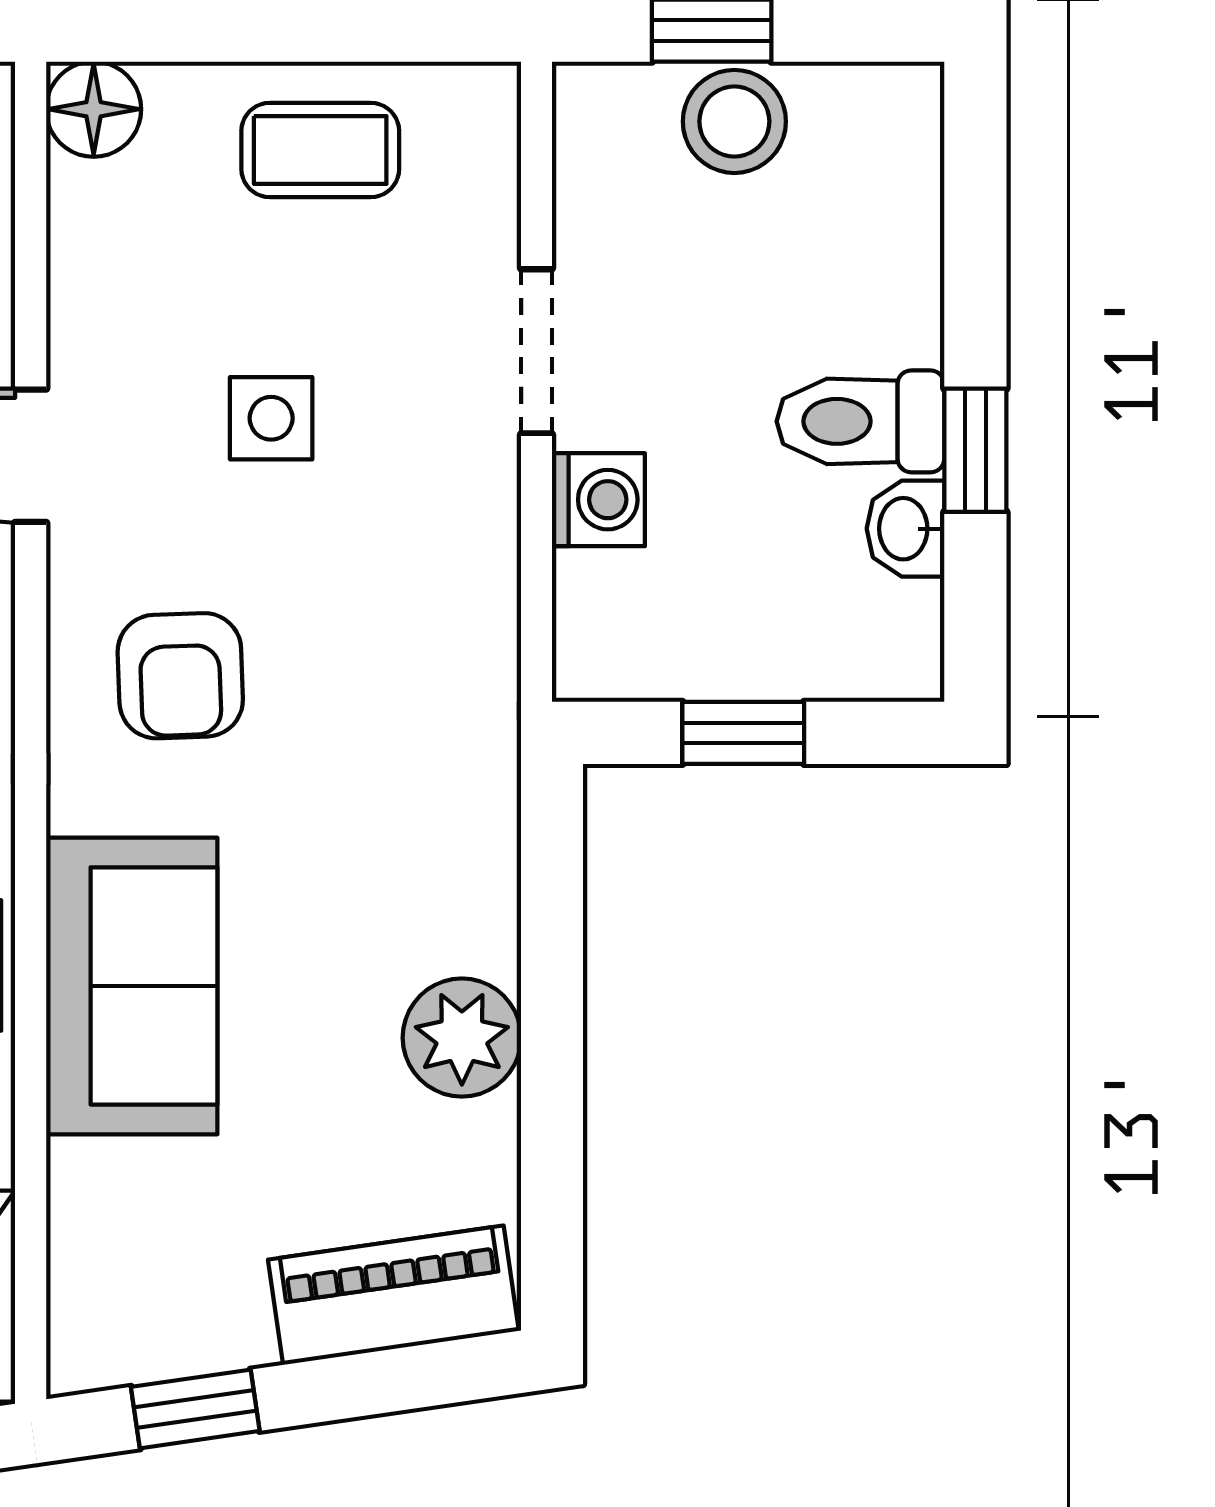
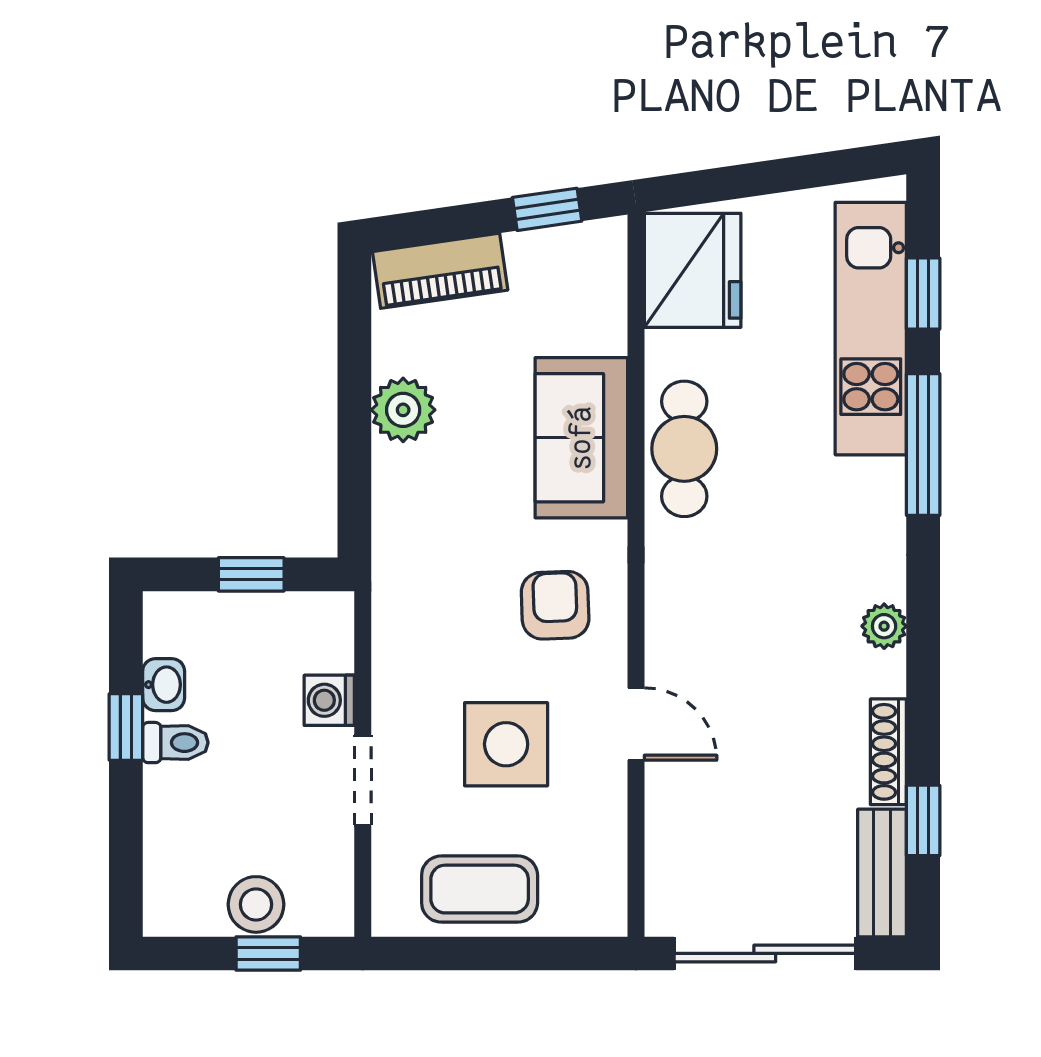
floor lamp: (94, 109) -> (602, 911), removed
coffee table: (320, 150) -> (480, 889), width x1.36, depth x1.30
side table: (271, 418) -> (506, 744), width x1.87, depth x1.87
toilet: (860, 421) -> (175, 743), width x0.73, depth x0.72

